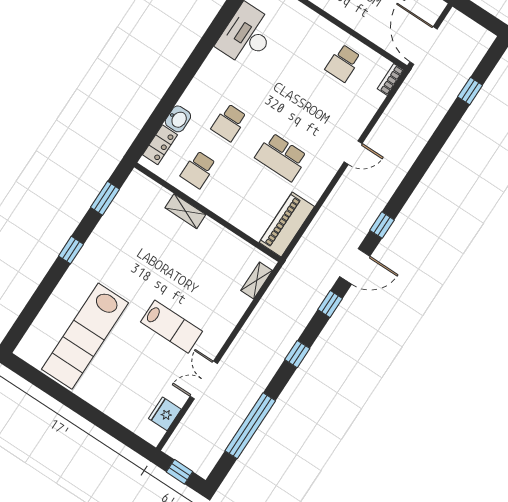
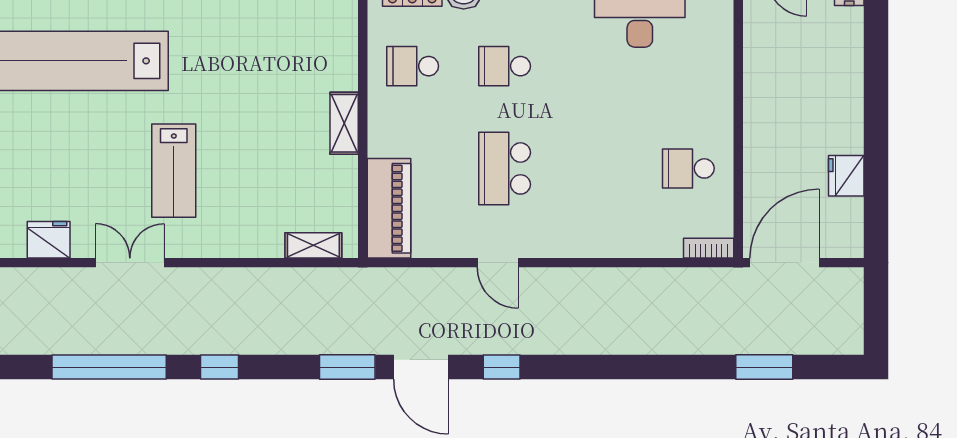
window: (470, 91) -> (764, 367), width x1.50
door: (353, 153) -> (498, 263), moved
shelving: (185, 211) -> (344, 123), moved
piano: (287, 224) -> (389, 208), moved, turned 90
window: (330, 304) -> (347, 367), width x1.50
window: (297, 354) -> (219, 367), moved

